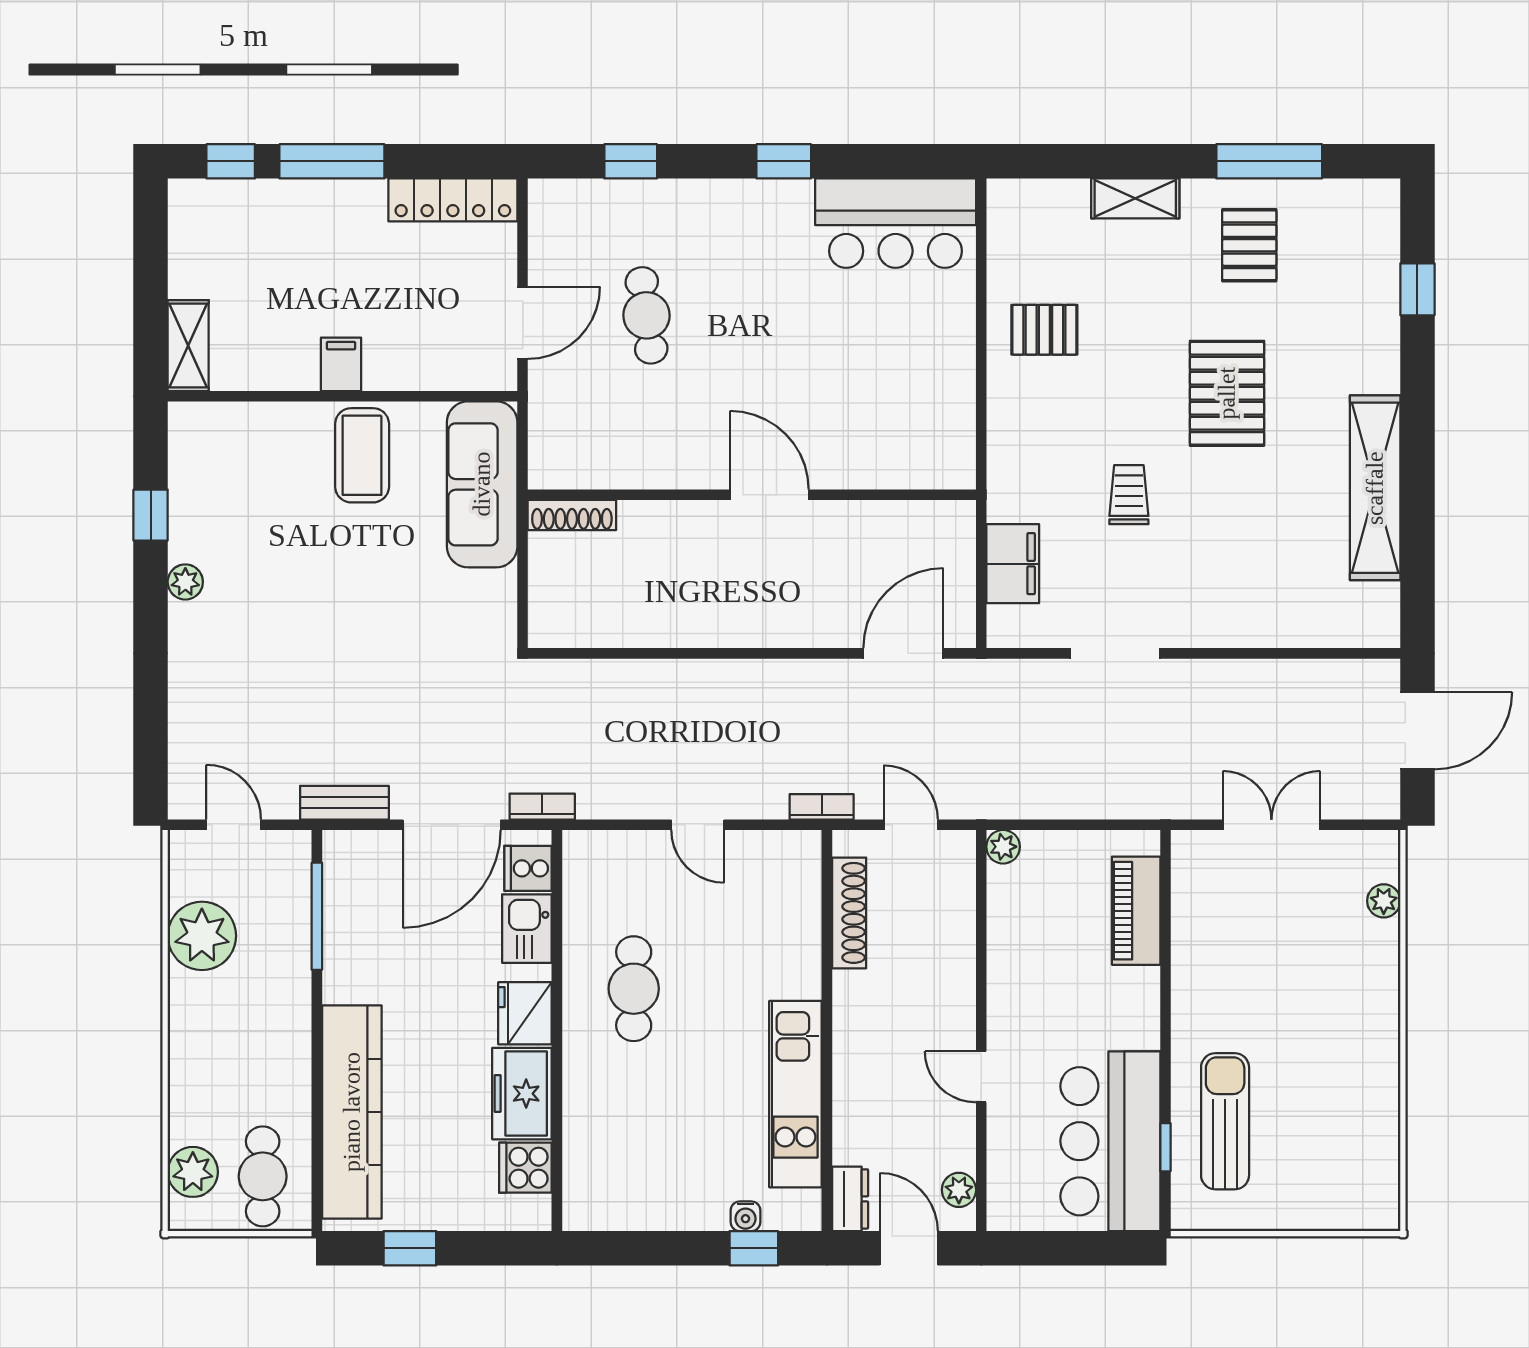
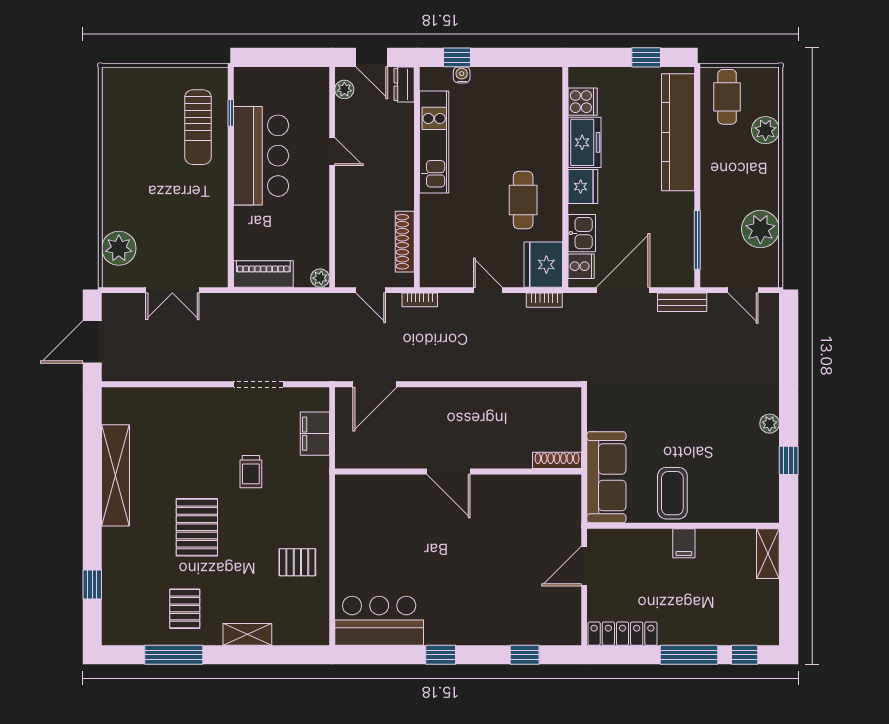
cafe table: (647, 315) -> (516, 570), removed
bookcase: (542, 807) -> (544, 300), moved
fridge: (597, 871) -> (543, 265), added
plant: (1384, 901) -> (119, 248), width x1.88, depth x1.88
piano: (1136, 911) -> (263, 274), moved, turned -90
bar counter: (1110, 1141) -> (261, 156), moved
plant: (193, 1172) -> (765, 130), moved

